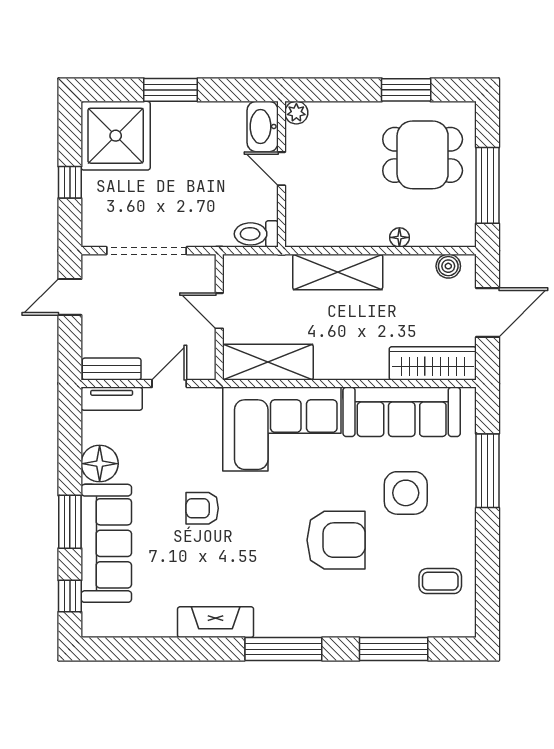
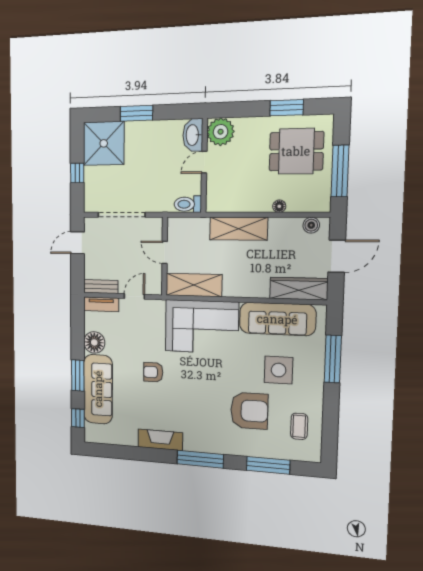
plant: (296, 113) -> (221, 132), width x1.88, depth x1.88
door: (282, 169) -> (204, 162), hinge flipped
armchair: (336, 540) -> (249, 411), moved
coffee table: (440, 581) -> (299, 426), turned 90

